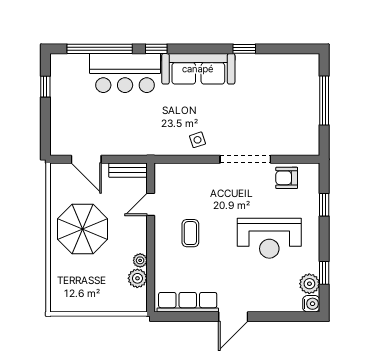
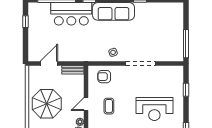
window: (324, 101) -> (186, 44), moved
door: (86, 159) -> (49, 64), swing flipped
armchair: (287, 178) -> (104, 77), moved
door: (151, 204) -> (86, 104), moved

